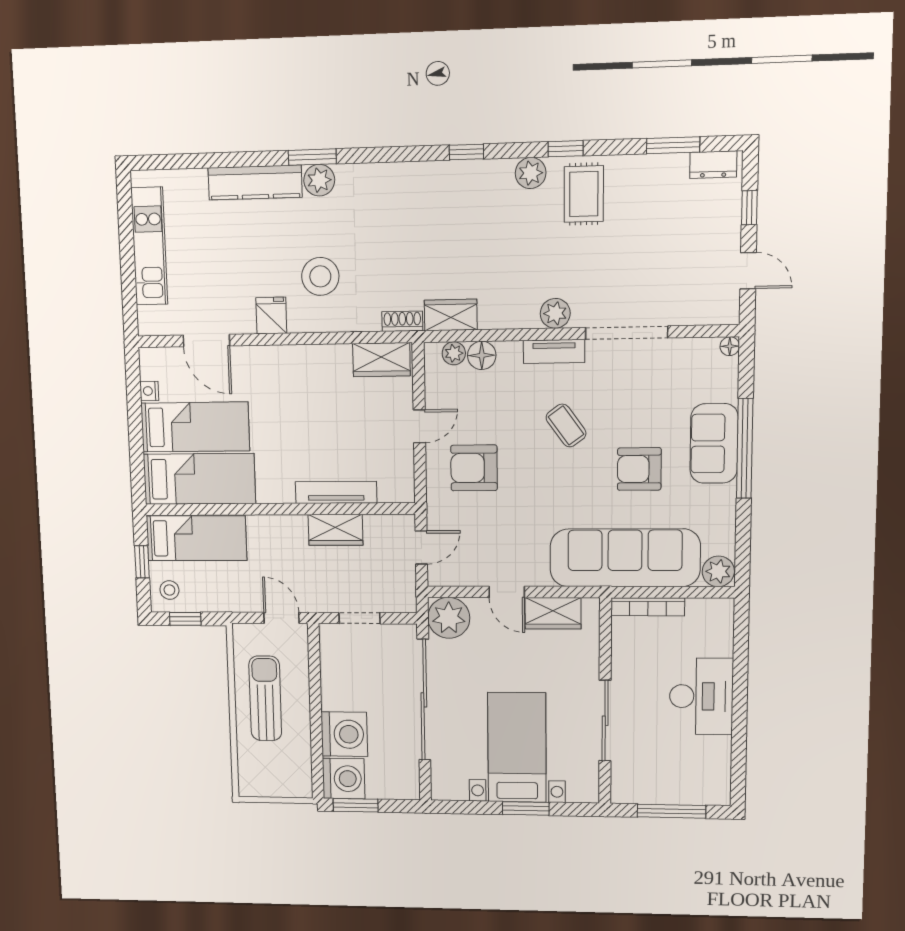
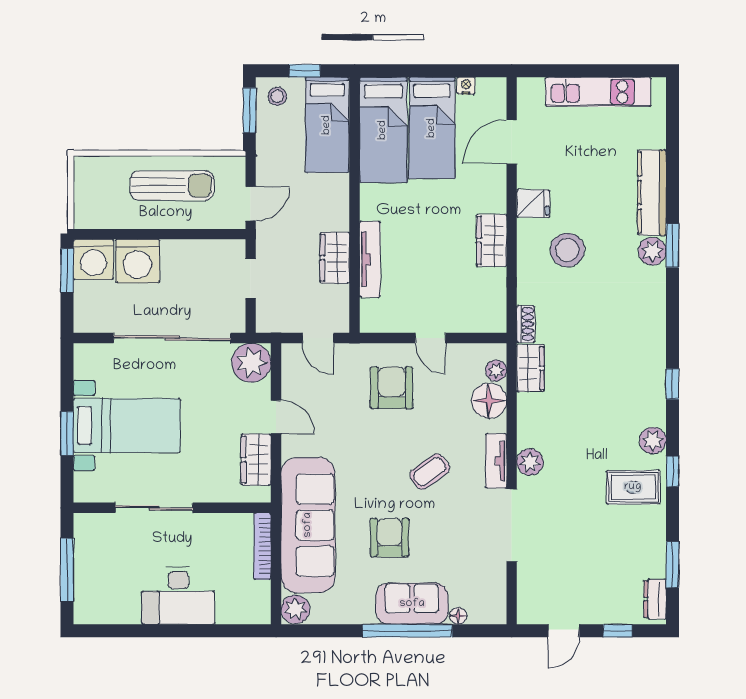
floor lamp: (730, 346) -> (458, 616), moved
floor lamp: (482, 355) -> (489, 401), width x1.38, depth x1.38
wardrobe: (381, 360) -> (491, 240), moved
door: (507, 592) -> (276, 417), swing flipped
window: (185, 619) -> (249, 110), width x1.50

